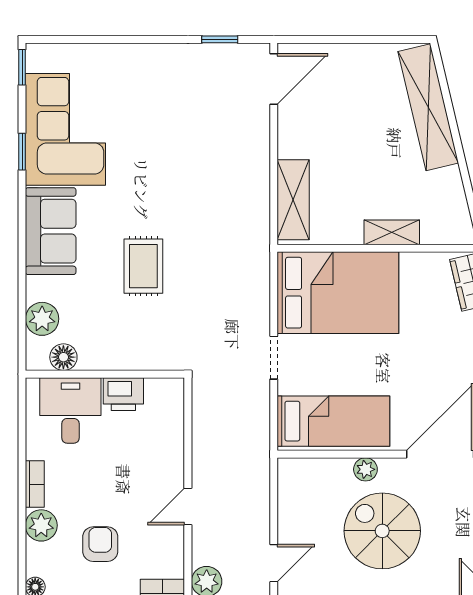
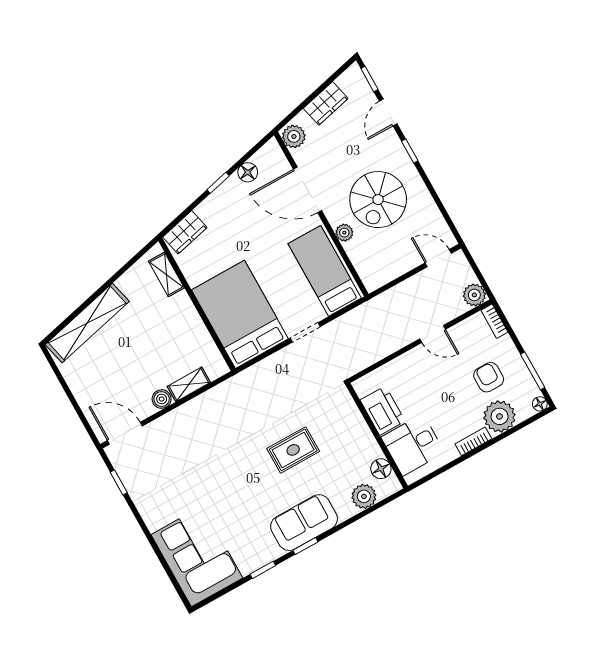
window: (22, 67) -> (305, 546), moved
corner sofa: (65, 129) -> (197, 556), moved, turned 90
boiler: (290, 145) -> (162, 399), added
shelving: (293, 200) -> (189, 384), width x0.67, depth x0.75
shelving: (392, 232) -> (166, 274), moved
printer: (123, 394) -> (383, 411), width x1.37, depth x1.19
plant: (41, 525) -> (500, 416), width x1.36, depth x1.36
armchair: (100, 544) -> (489, 377), turned 90

